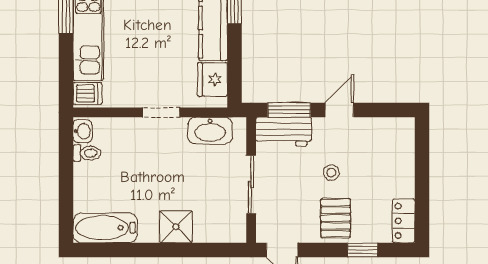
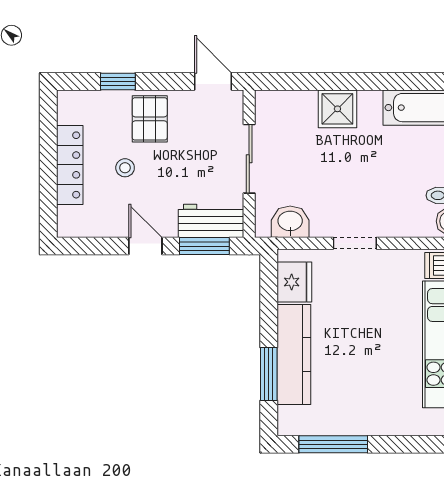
door: (339, 110) -> (145, 246), swing flipped
washbasin: (210, 131) -> (290, 222), width x0.72
stool: (331, 173) -> (125, 168), moved
locker: (404, 221) -> (70, 165), moved, width x1.53

